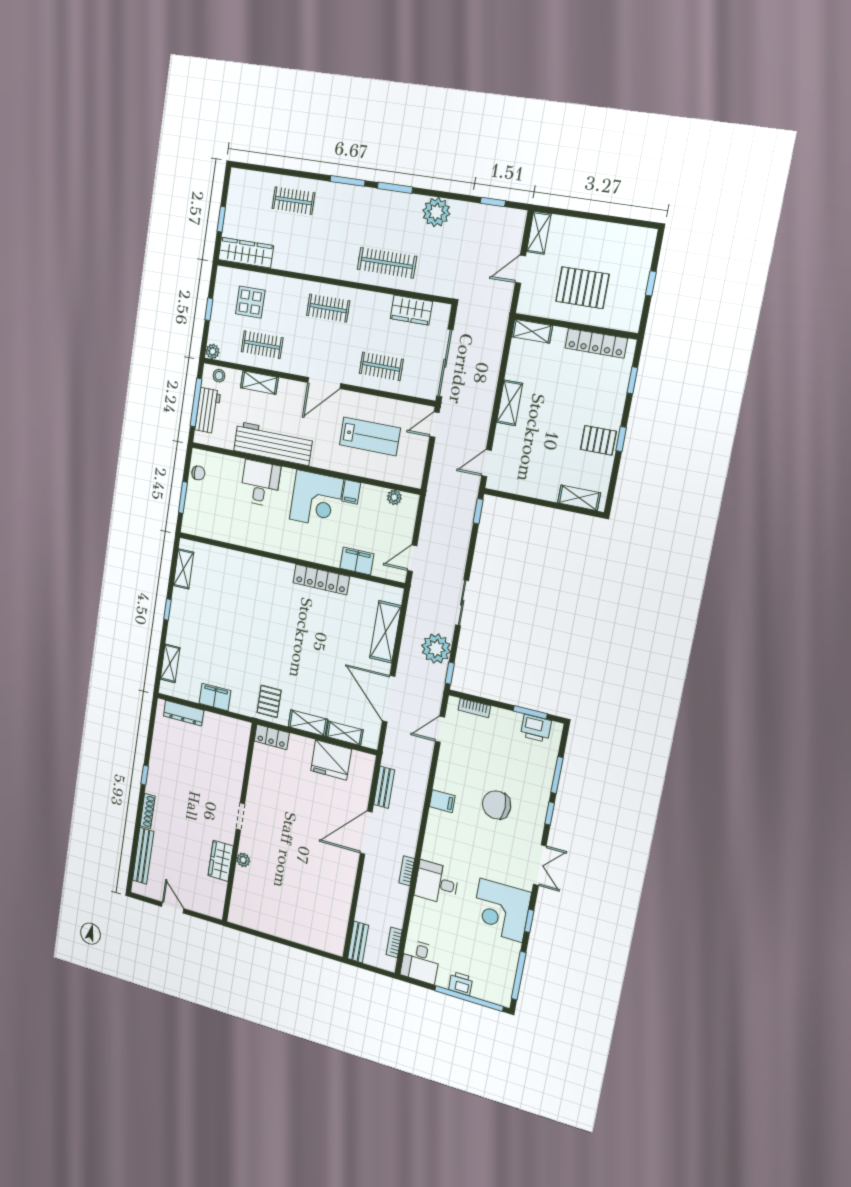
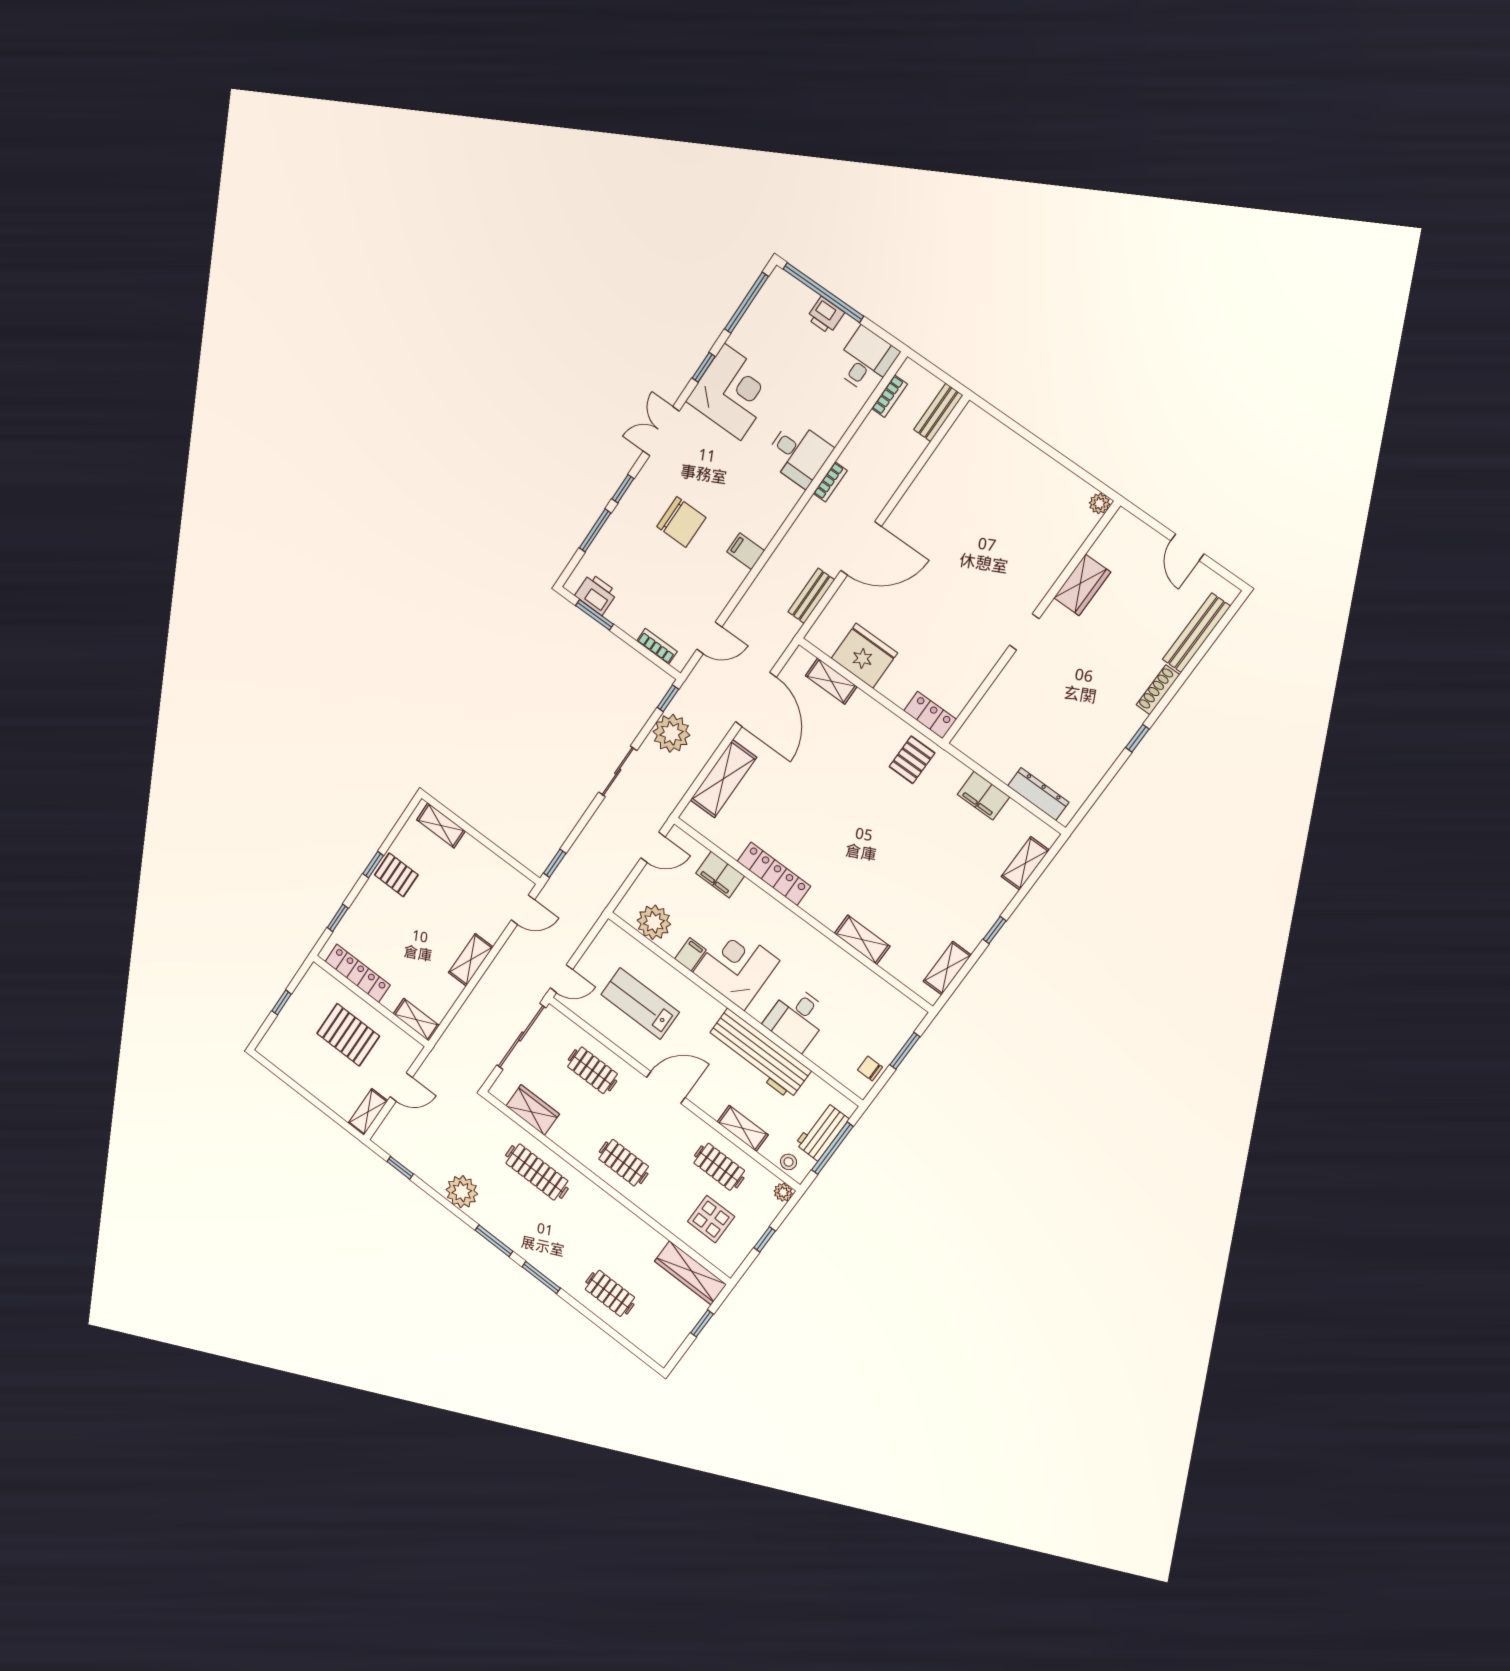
plant: (394, 497) -> (654, 922), width x1.87, depth x1.87
shelving: (308, 723) -> (862, 940), moved
plant: (243, 860) -> (1099, 504), moved

